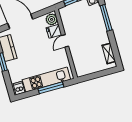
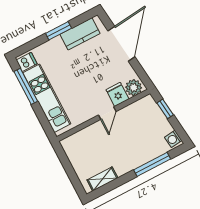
door: (65, 41) -> (107, 113), swing flipped
window: (51, 88) -> (26, 86), moved

